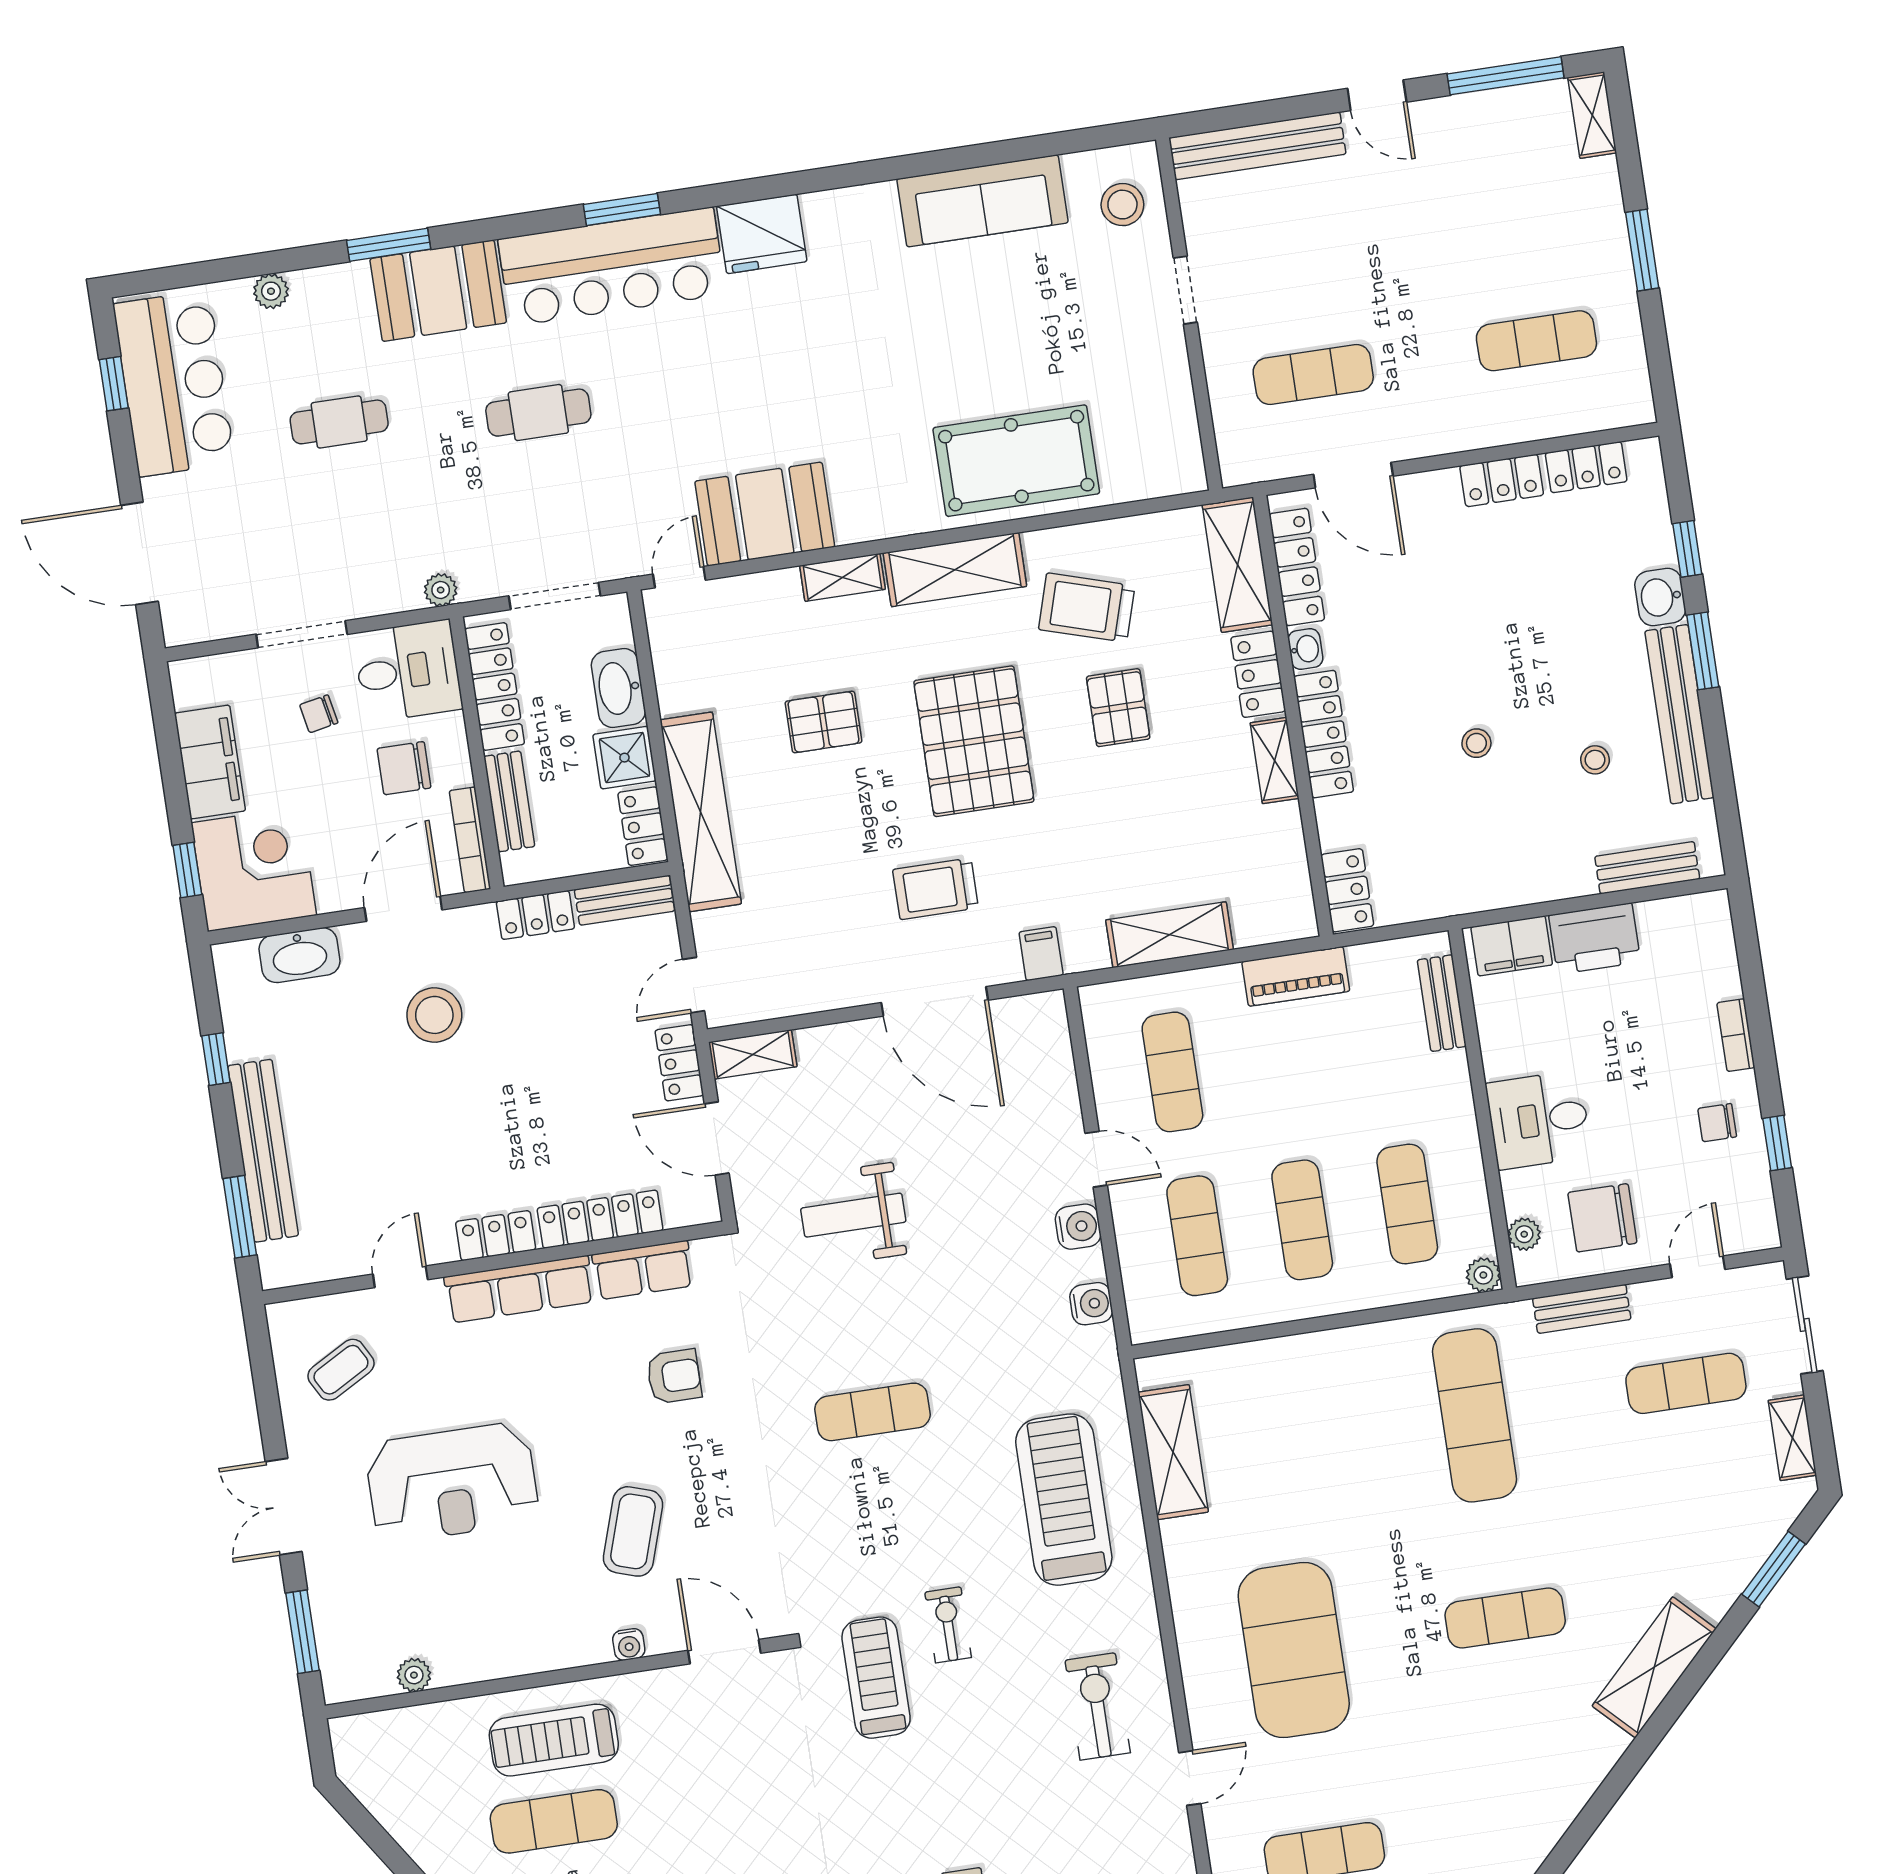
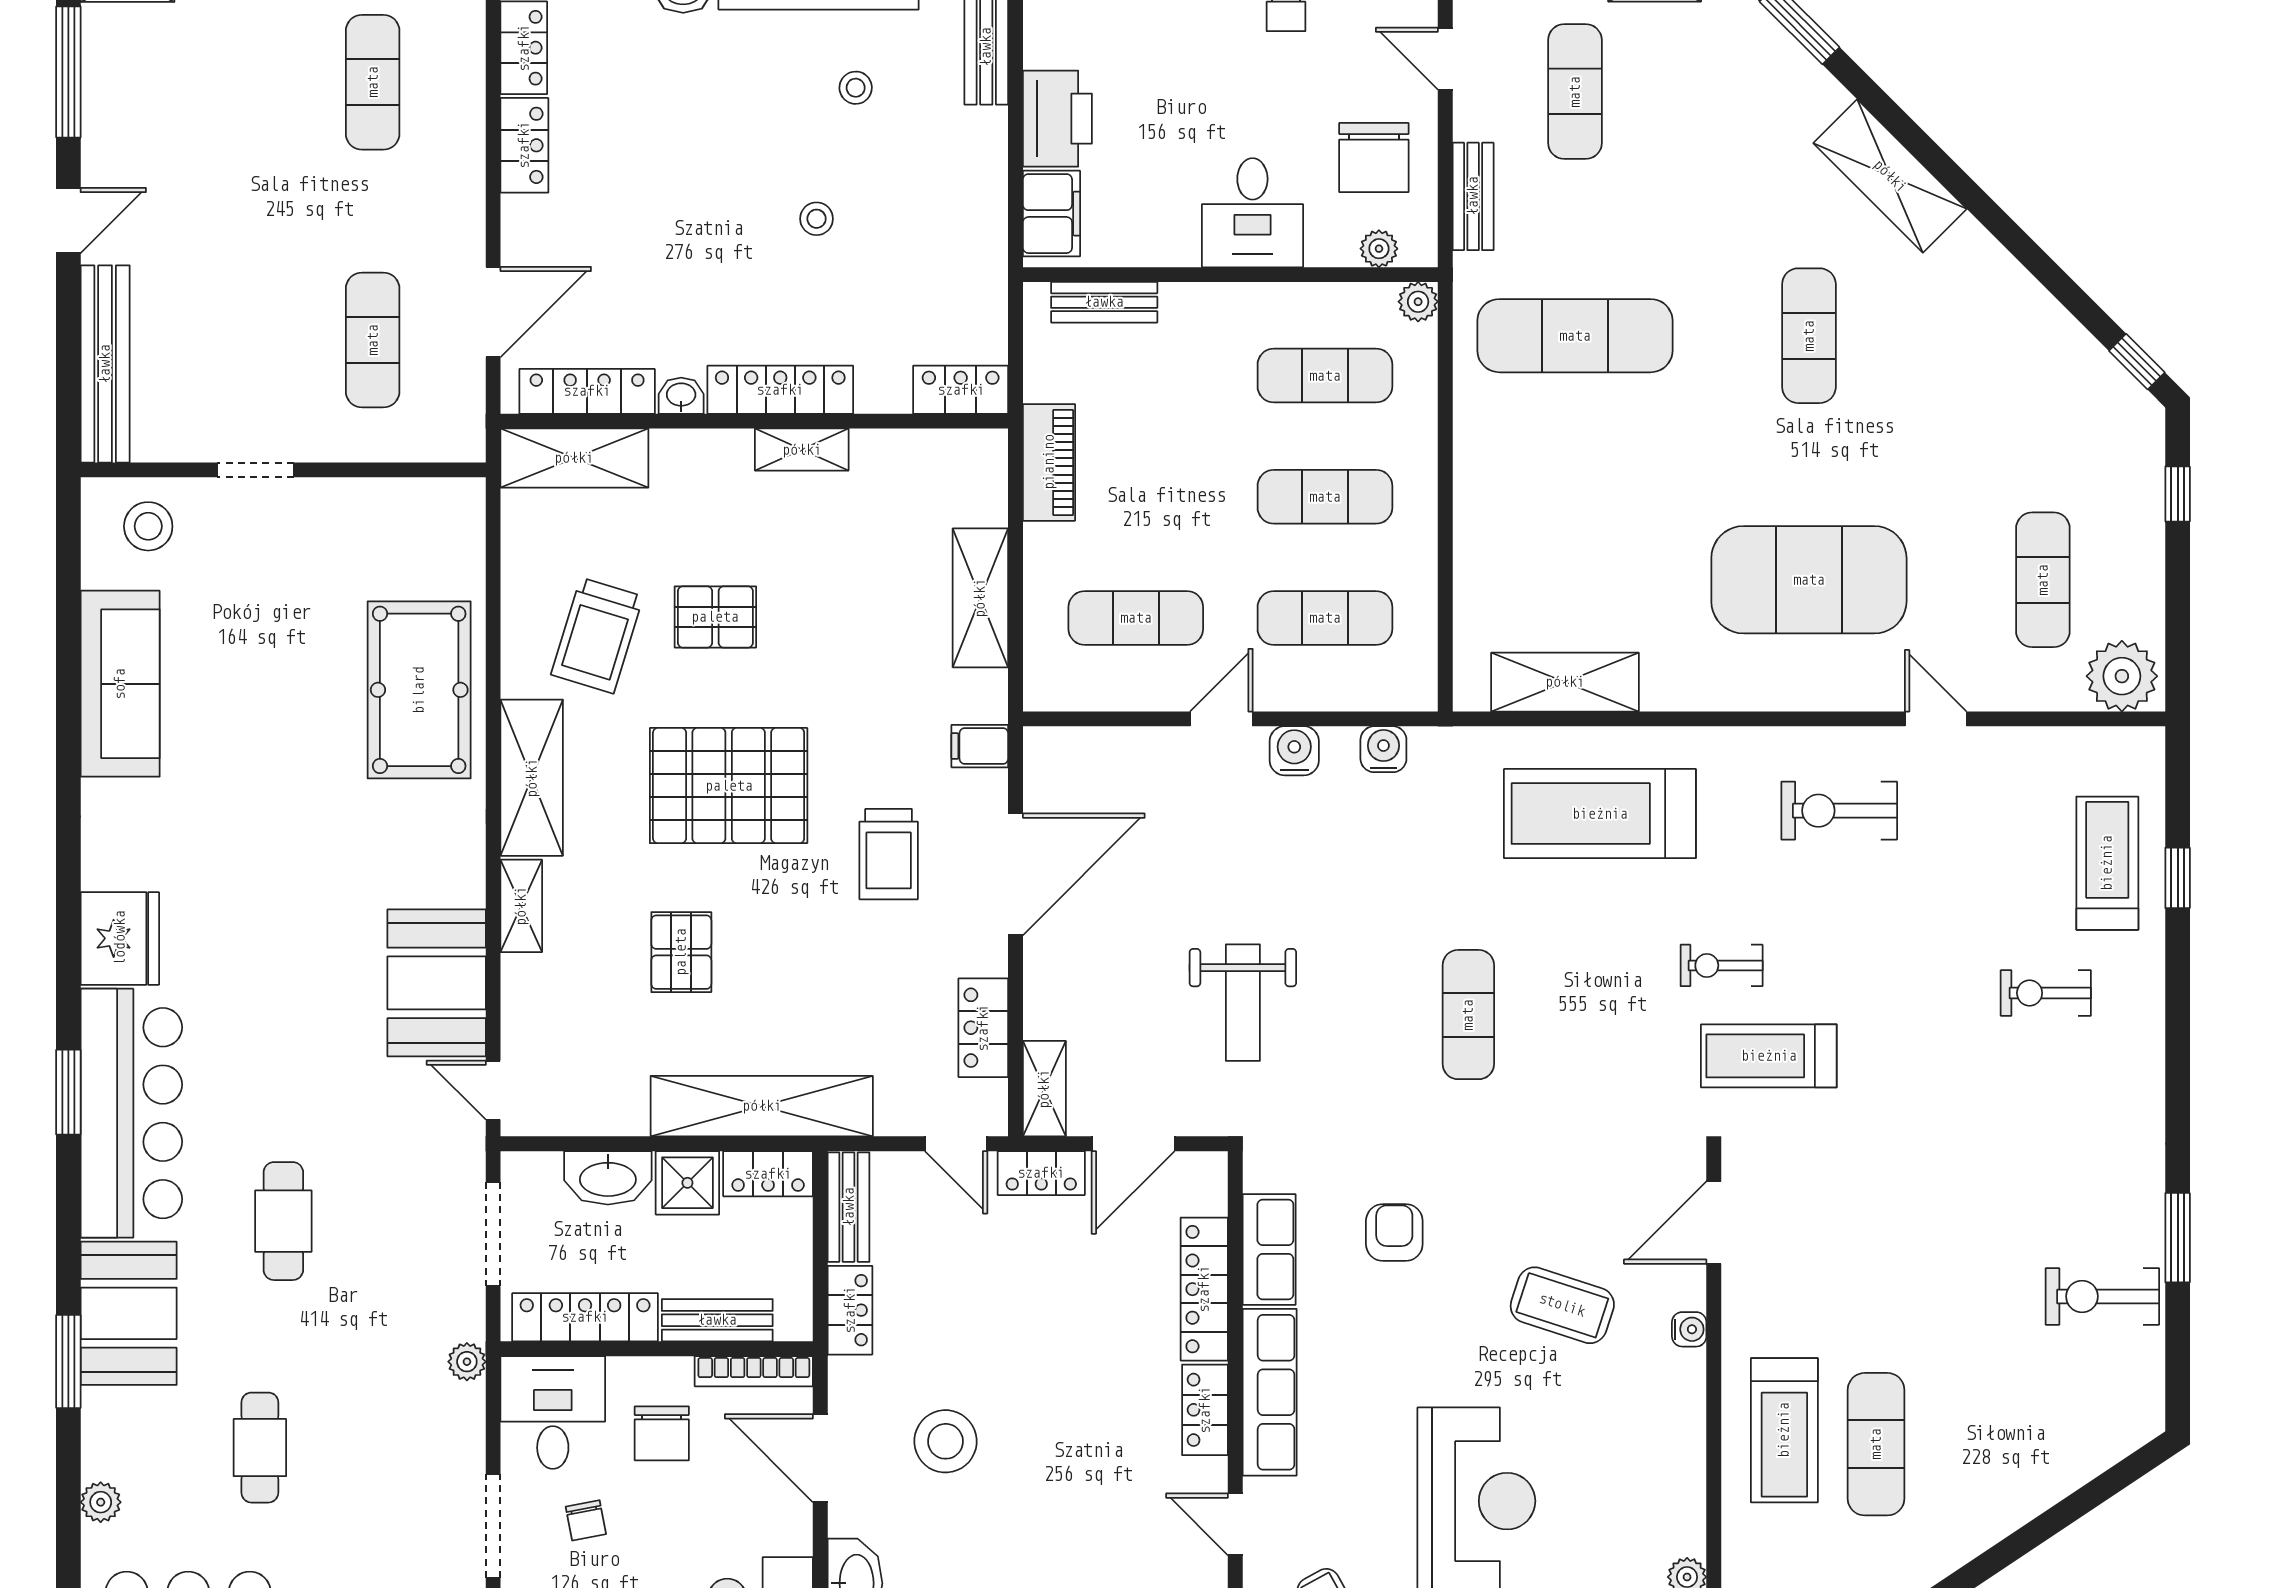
locker: (1258, 674) -> (983, 1028), moved, turned 90

